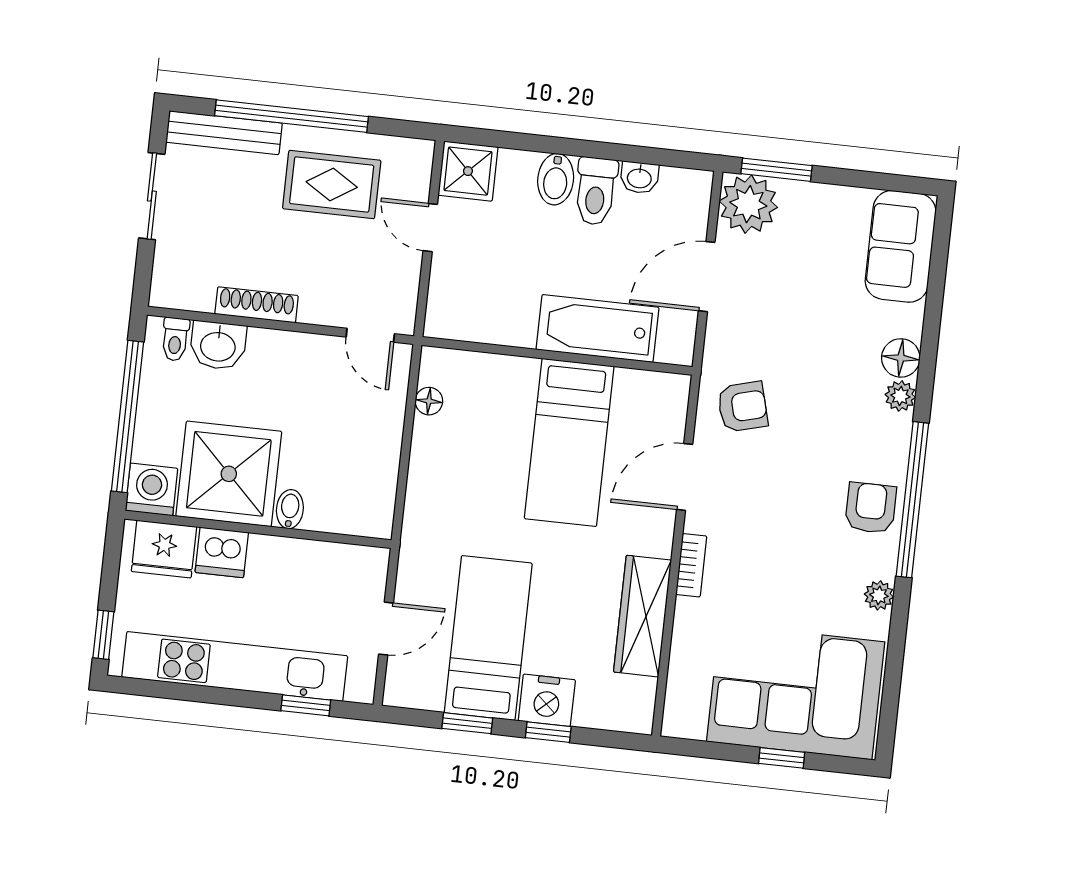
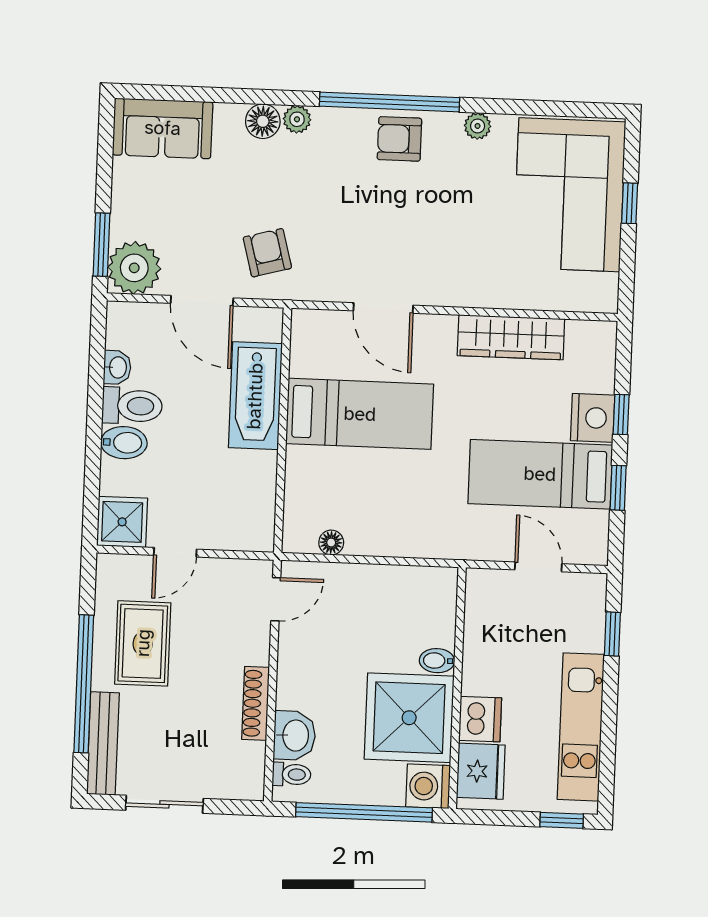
armchair: (743, 407) -> (267, 253), moved
bookcase: (691, 565) -> (462, 297), removed
kitchen unit: (235, 666) -> (581, 727), width x0.73

